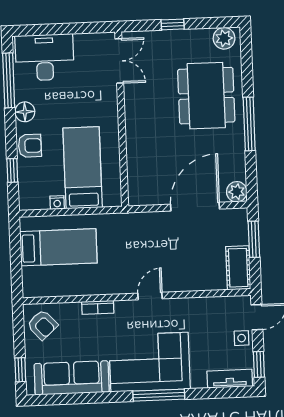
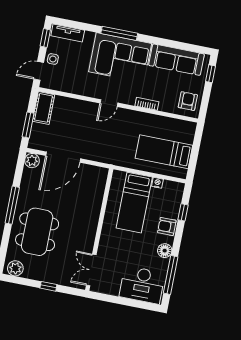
armchair: (42, 325) -> (188, 101), turned 42

